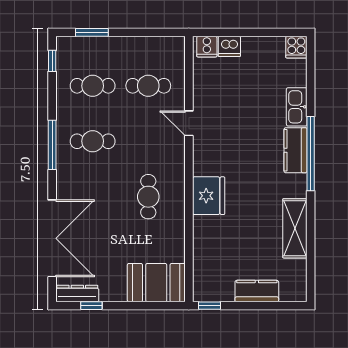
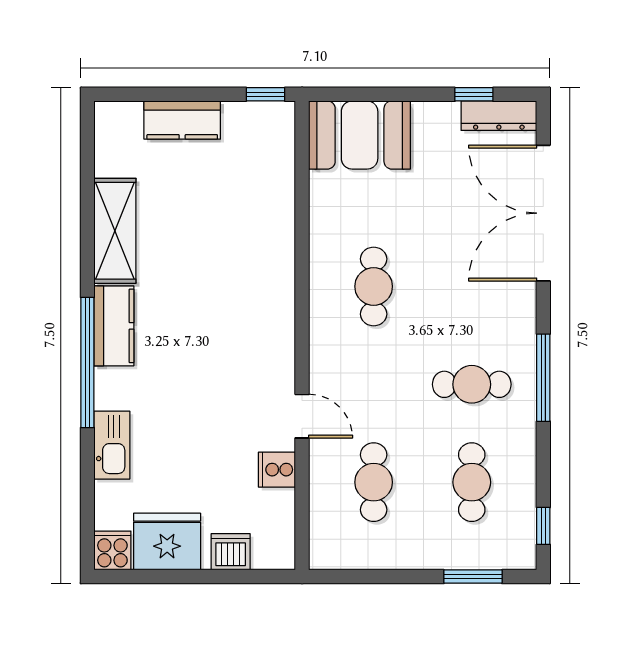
cooker: (207, 47) -> (277, 470), moved, turned -90
cafe table: (93, 86) -> (472, 482), turned 90
cafe table: (148, 86) -> (374, 482), turned 90
kitchen counter: (295, 150) -> (114, 326), moved
fridge: (209, 196) -> (167, 542), moved, turned 90

